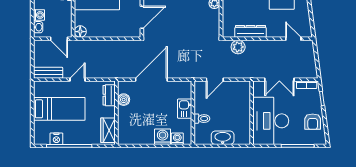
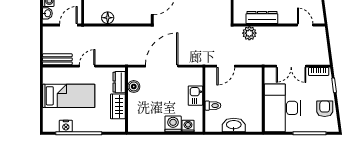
floor lamp: (80, 32) -> (108, 18), moved
door: (59, 39) -> (68, 25), swing flipped
armchair: (313, 122) -> (325, 109), turned 180
wardrobe: (108, 130) -> (118, 106), moved

